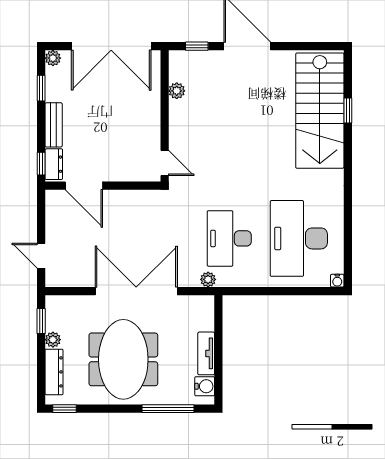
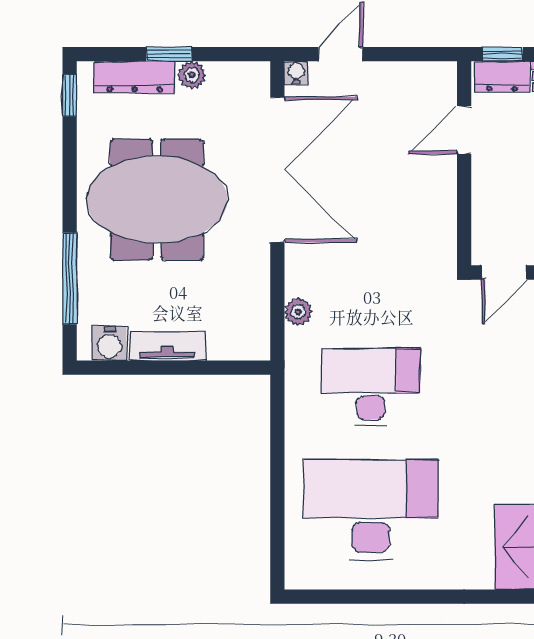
door: (84, 186) -> (464, 130), width x0.73
plant: (208, 279) -> (298, 312), moved
water cooler: (337, 281) -> (296, 73), moved, turned 90
double door: (136, 291) -> (277, 170), moved
window: (41, 321) -> (169, 54), moved

